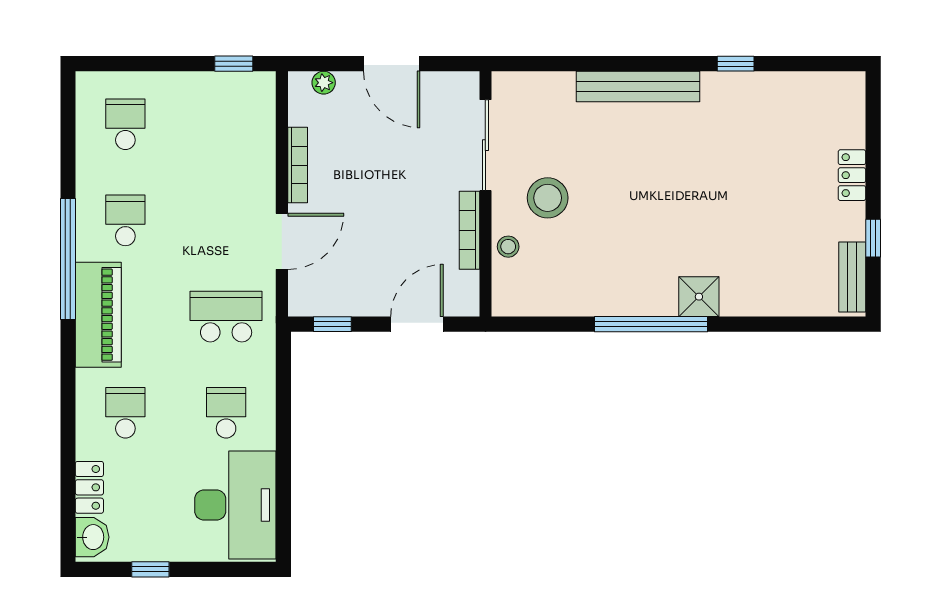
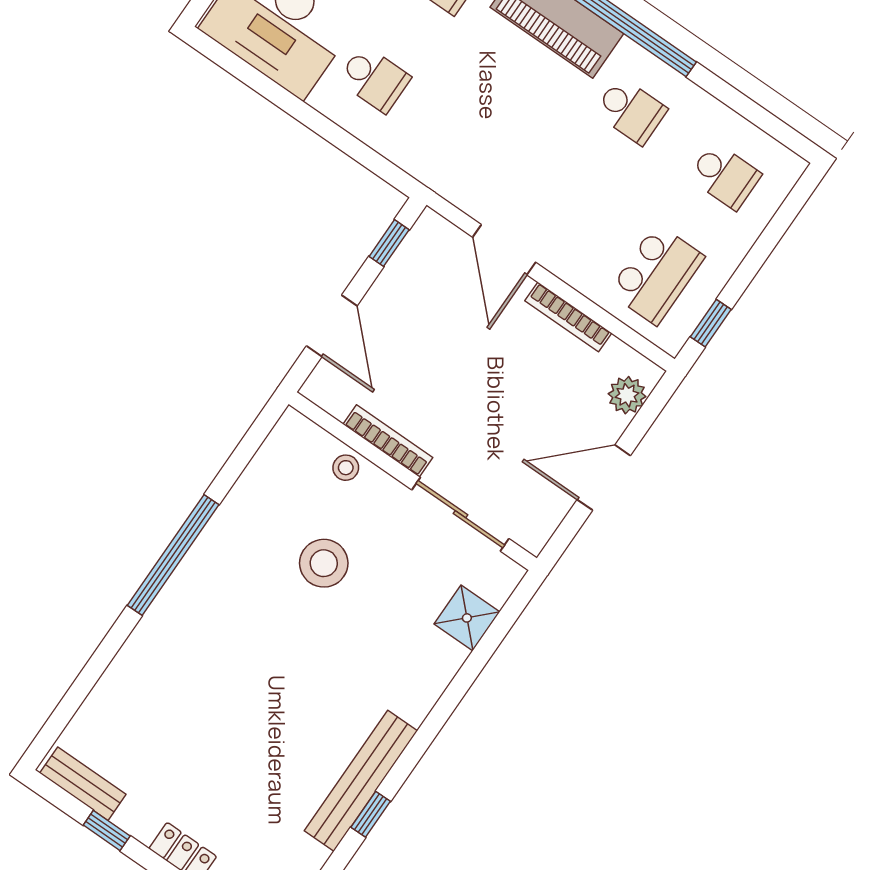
plant: (324, 83) -> (627, 395), width x1.38, depth x1.38
bench: (638, 86) -> (361, 781), moved
stool: (548, 198) -> (324, 563), moved
shower: (699, 297) -> (467, 618), moved
school desk: (226, 317) -> (657, 274), moved

